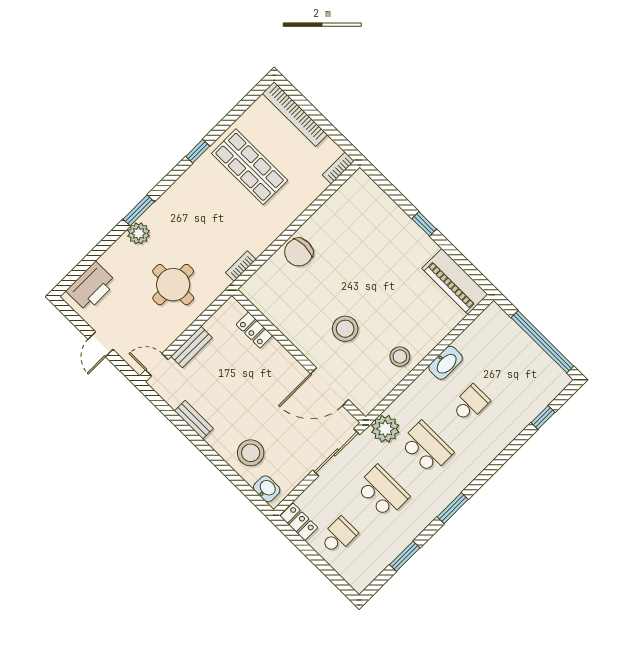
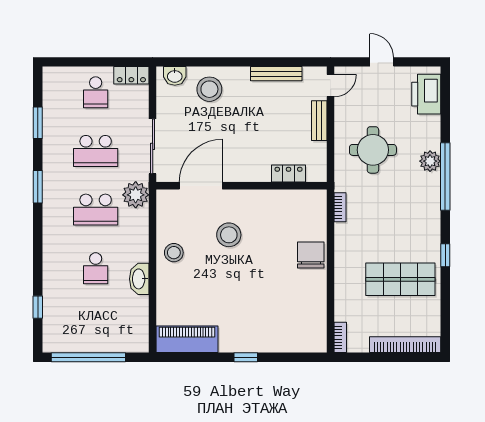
window: (139, 210) -> (445, 176), width x2.11
bench: (194, 420) -> (276, 74), width x1.36

